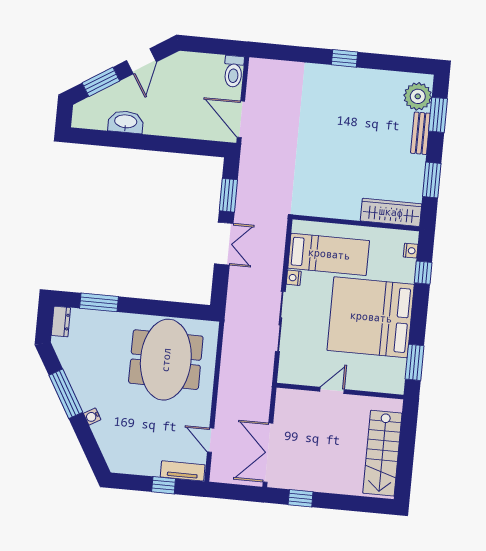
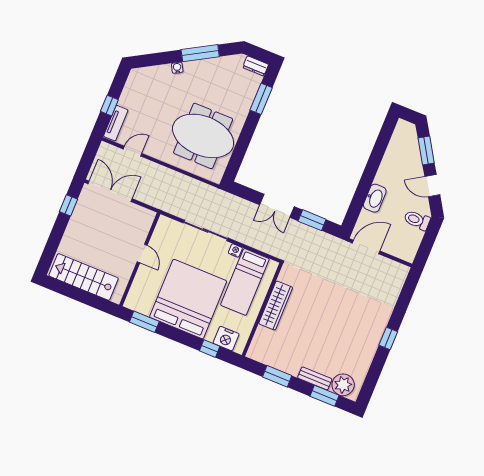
toilet: (234, 71) -> (417, 220), moved
washbasin: (126, 122) -> (375, 198), moved
wardrobe: (391, 212) -> (276, 305), moved
nightstand: (411, 251) -> (226, 339), width x1.89, depth x1.79

